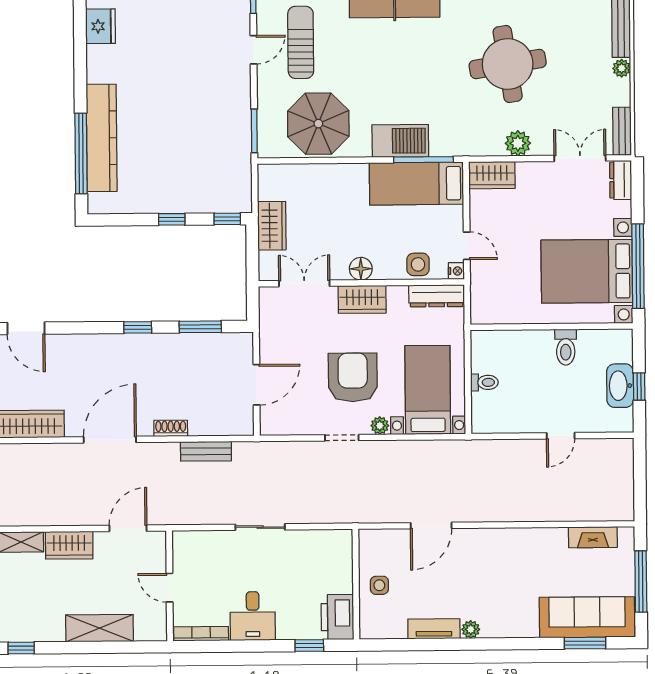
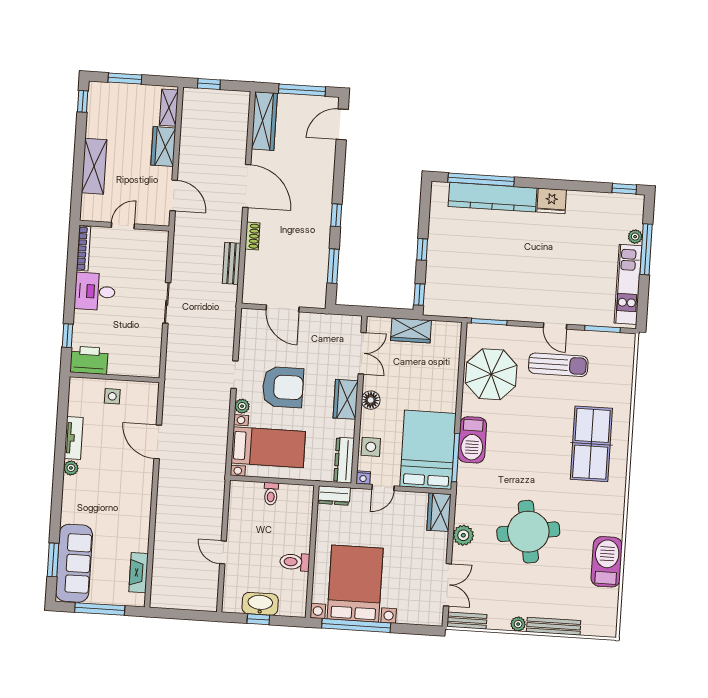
fridge: (100, 26) -> (552, 201), moved
dresser: (621, 180) -> (334, 495), moved, turned 180
bed: (416, 184) -> (428, 450), width x1.50

